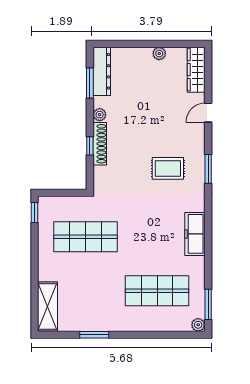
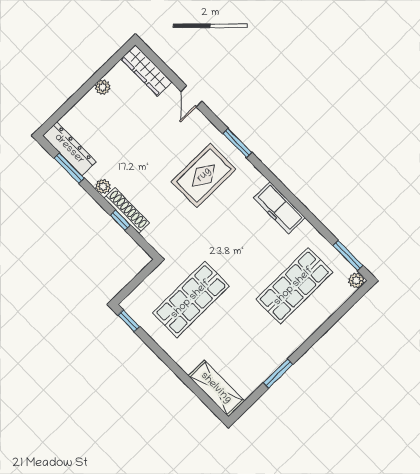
rug: (168, 168) -> (204, 175), width x1.36, depth x1.43

